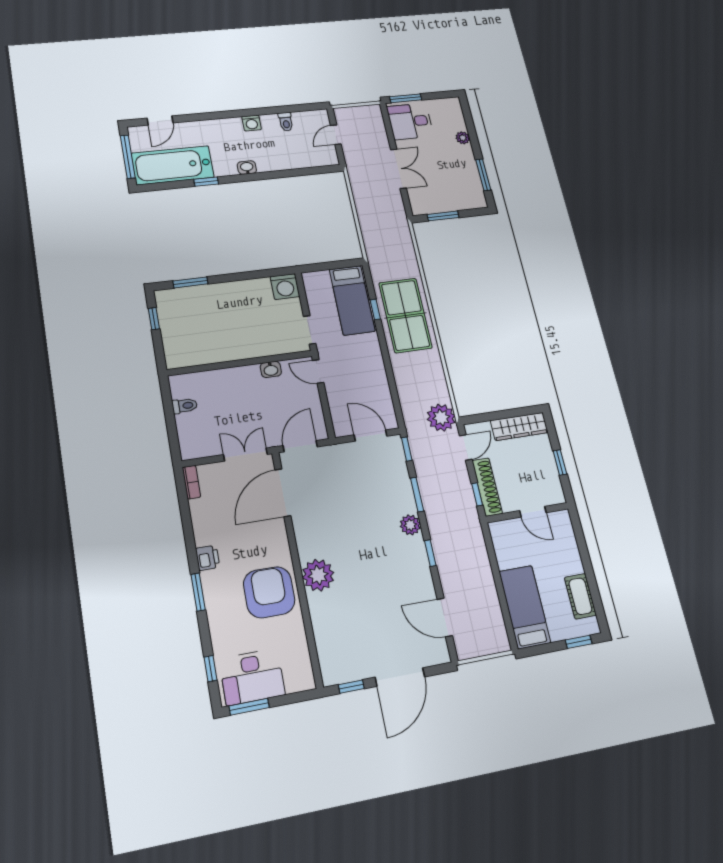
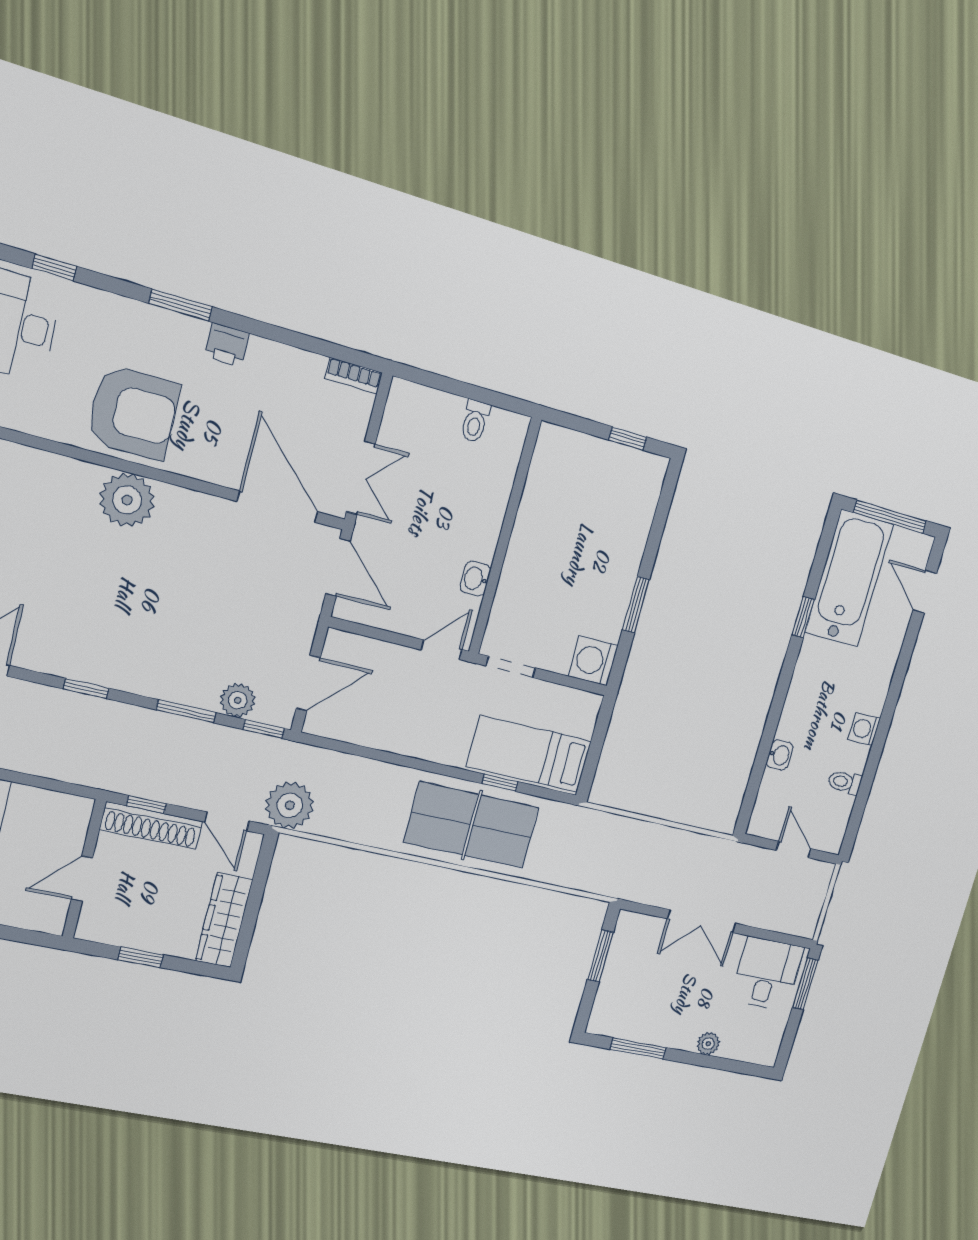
washbasin: (247, 168) -> (780, 755), moved
window: (190, 282) -> (636, 605), moved
plant: (410, 525) -> (238, 700), moved

